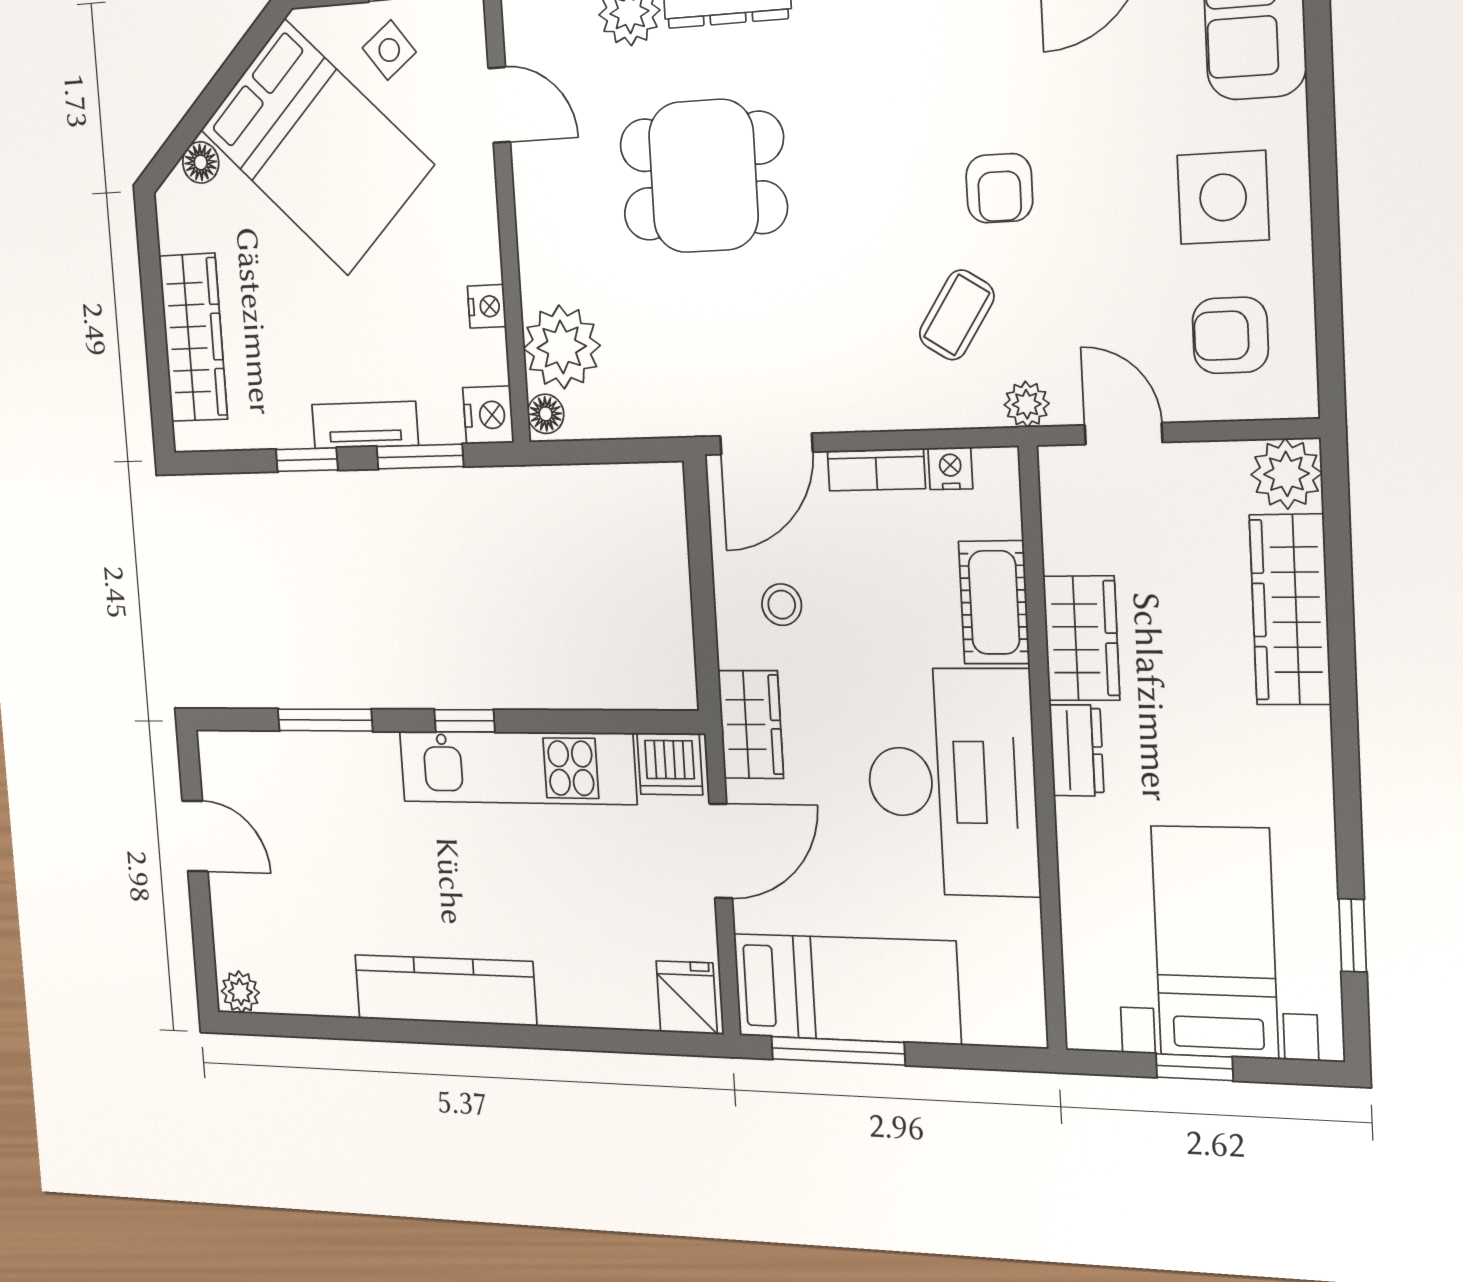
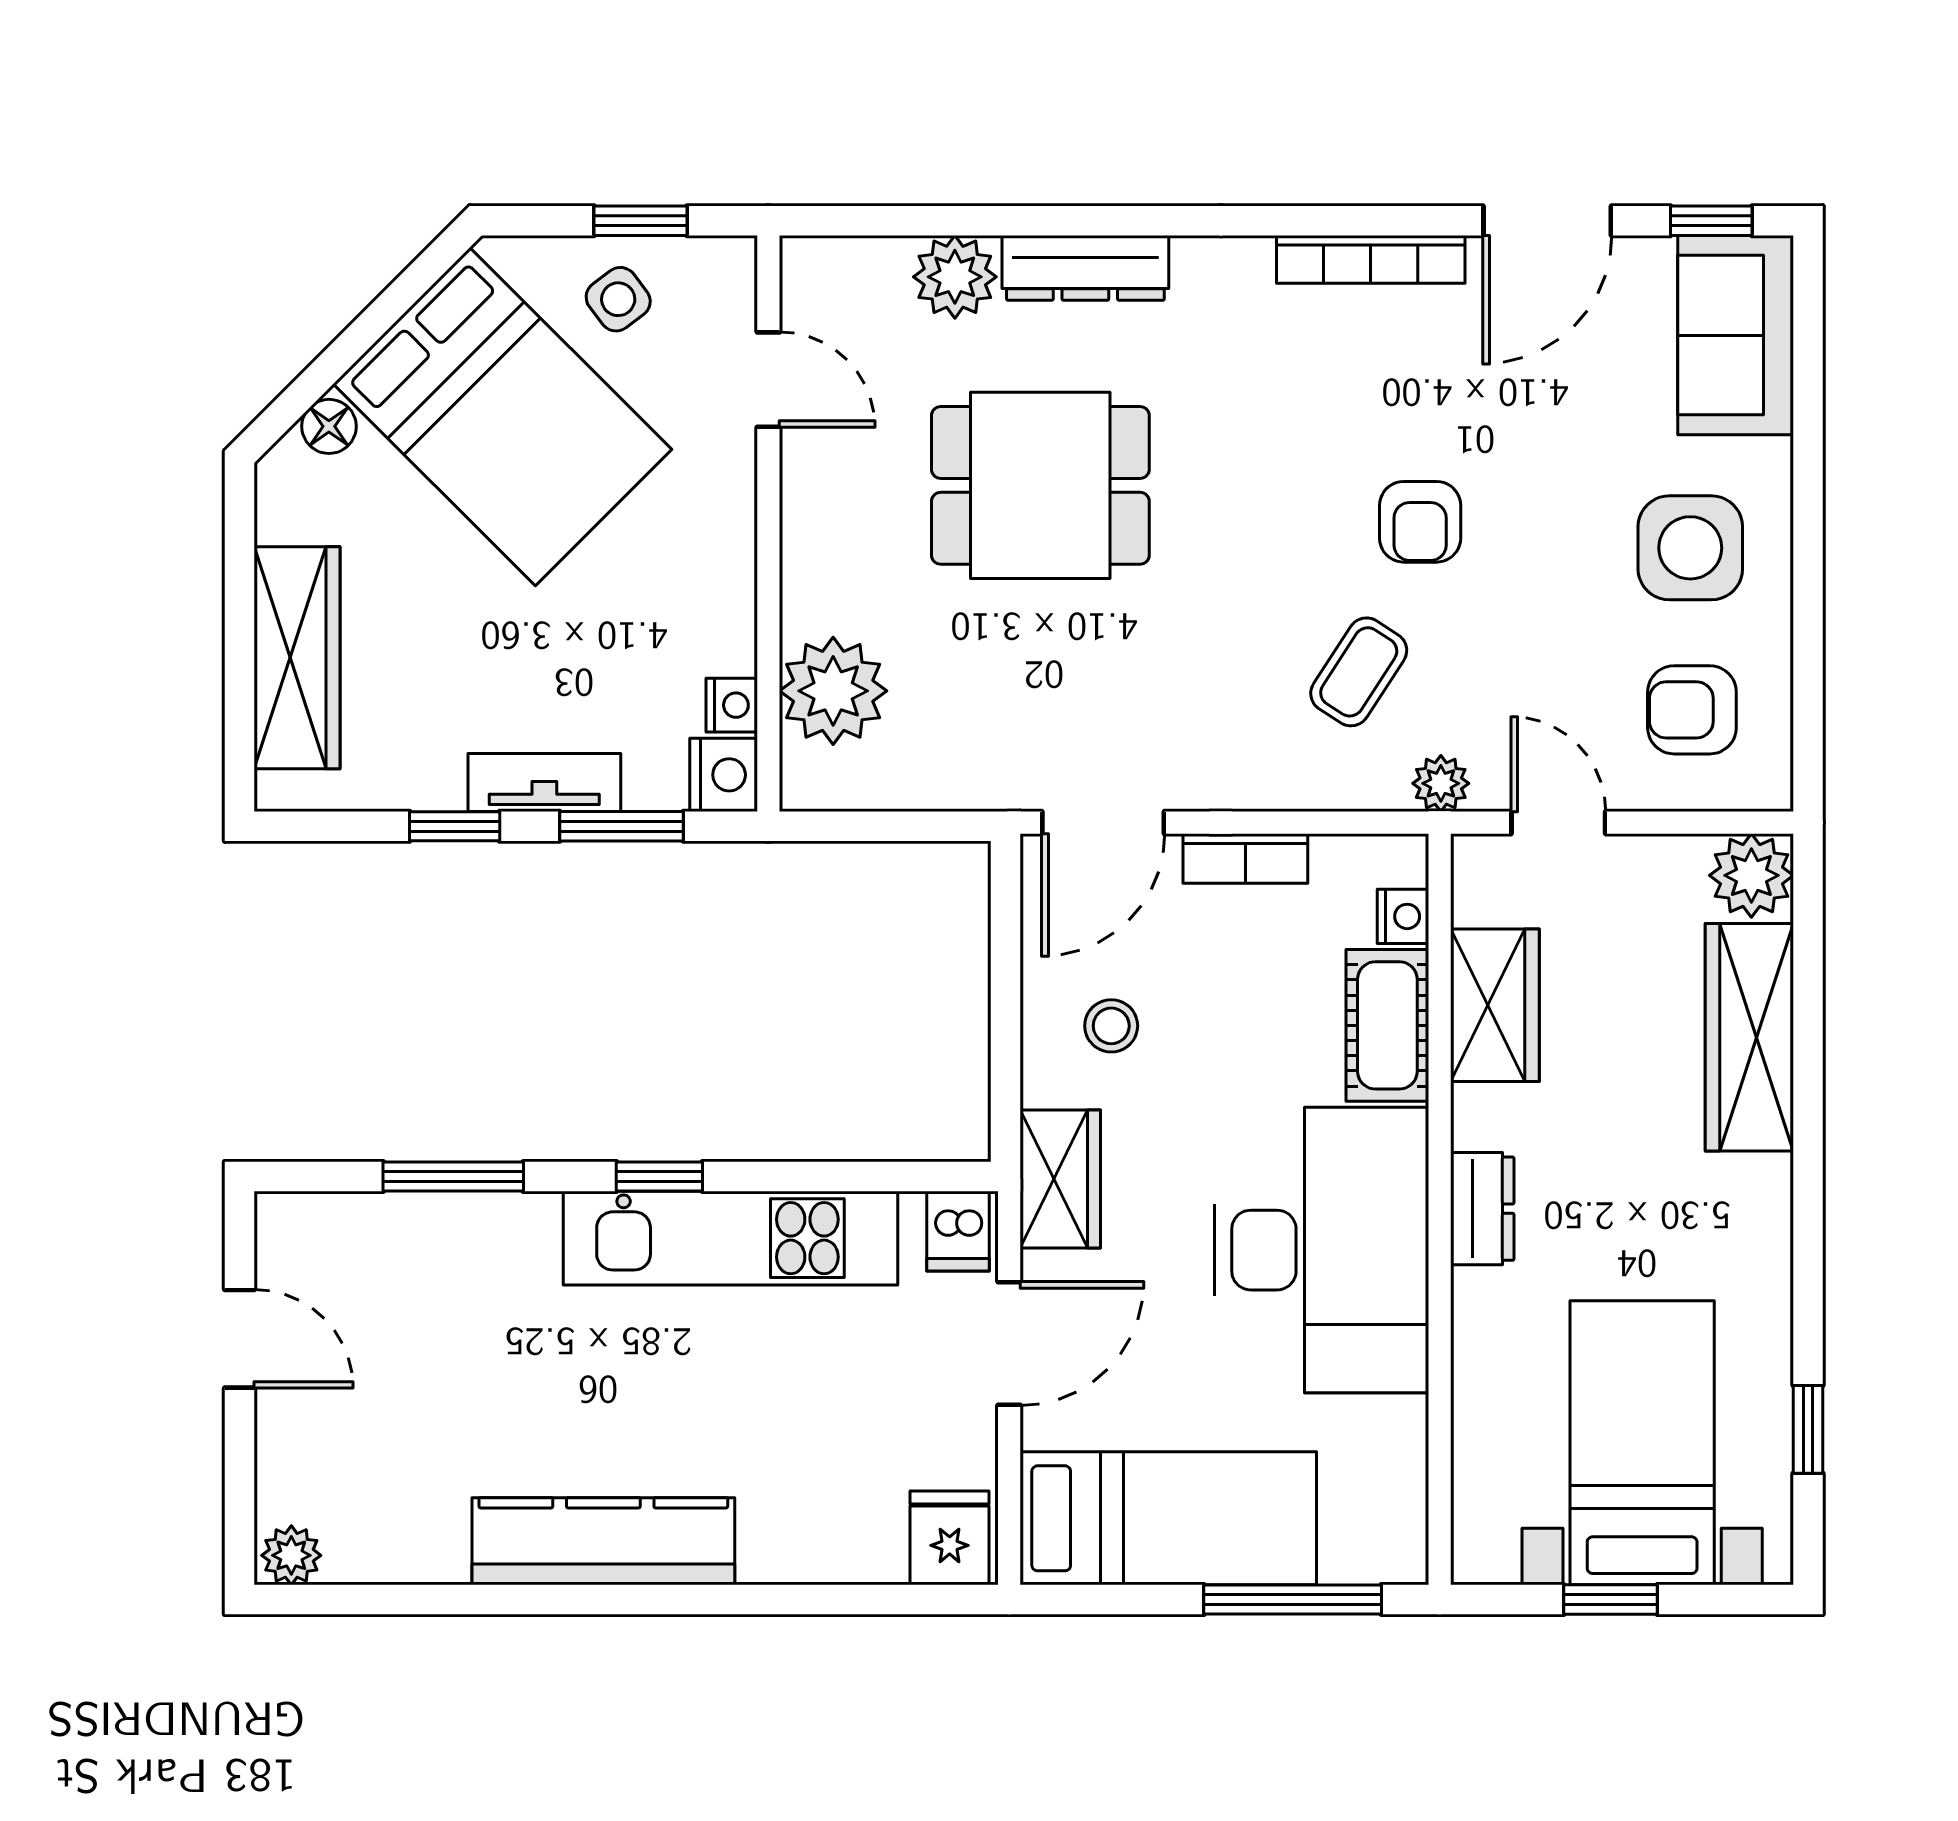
nightstand: (487, 306) -> (732, 705), moved
floor lamp: (546, 414) -> (805, 776), removed
nightstand: (950, 468) -> (1403, 916), moved, turned 90
wardrobe: (1081, 638) -> (1495, 1005), moved
dishwasher: (670, 764) -> (958, 1231), width x0.73
window: (838, 1051) -> (1293, 1600), moved

